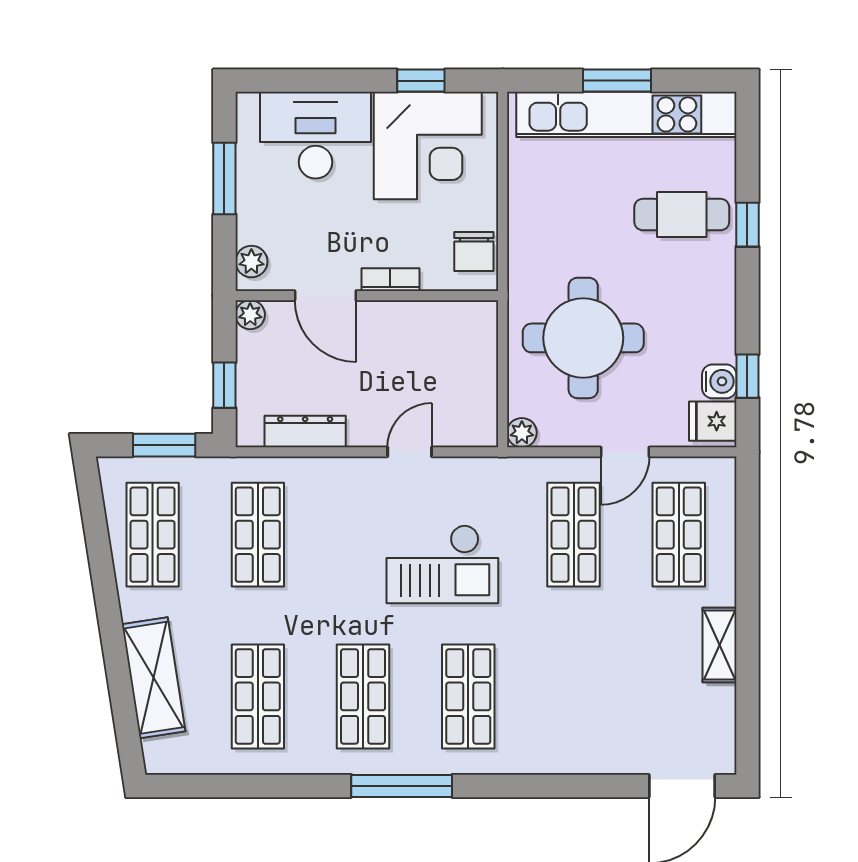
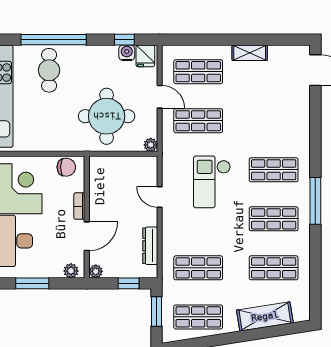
window: (747, 225) -> (54, 40), width x3.17
checkout: (442, 564) -> (212, 182), turned 180

